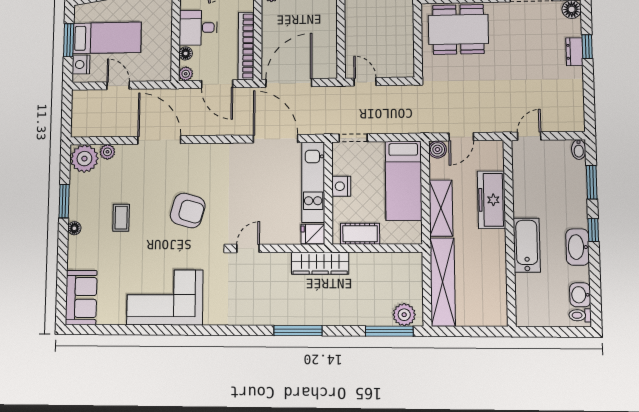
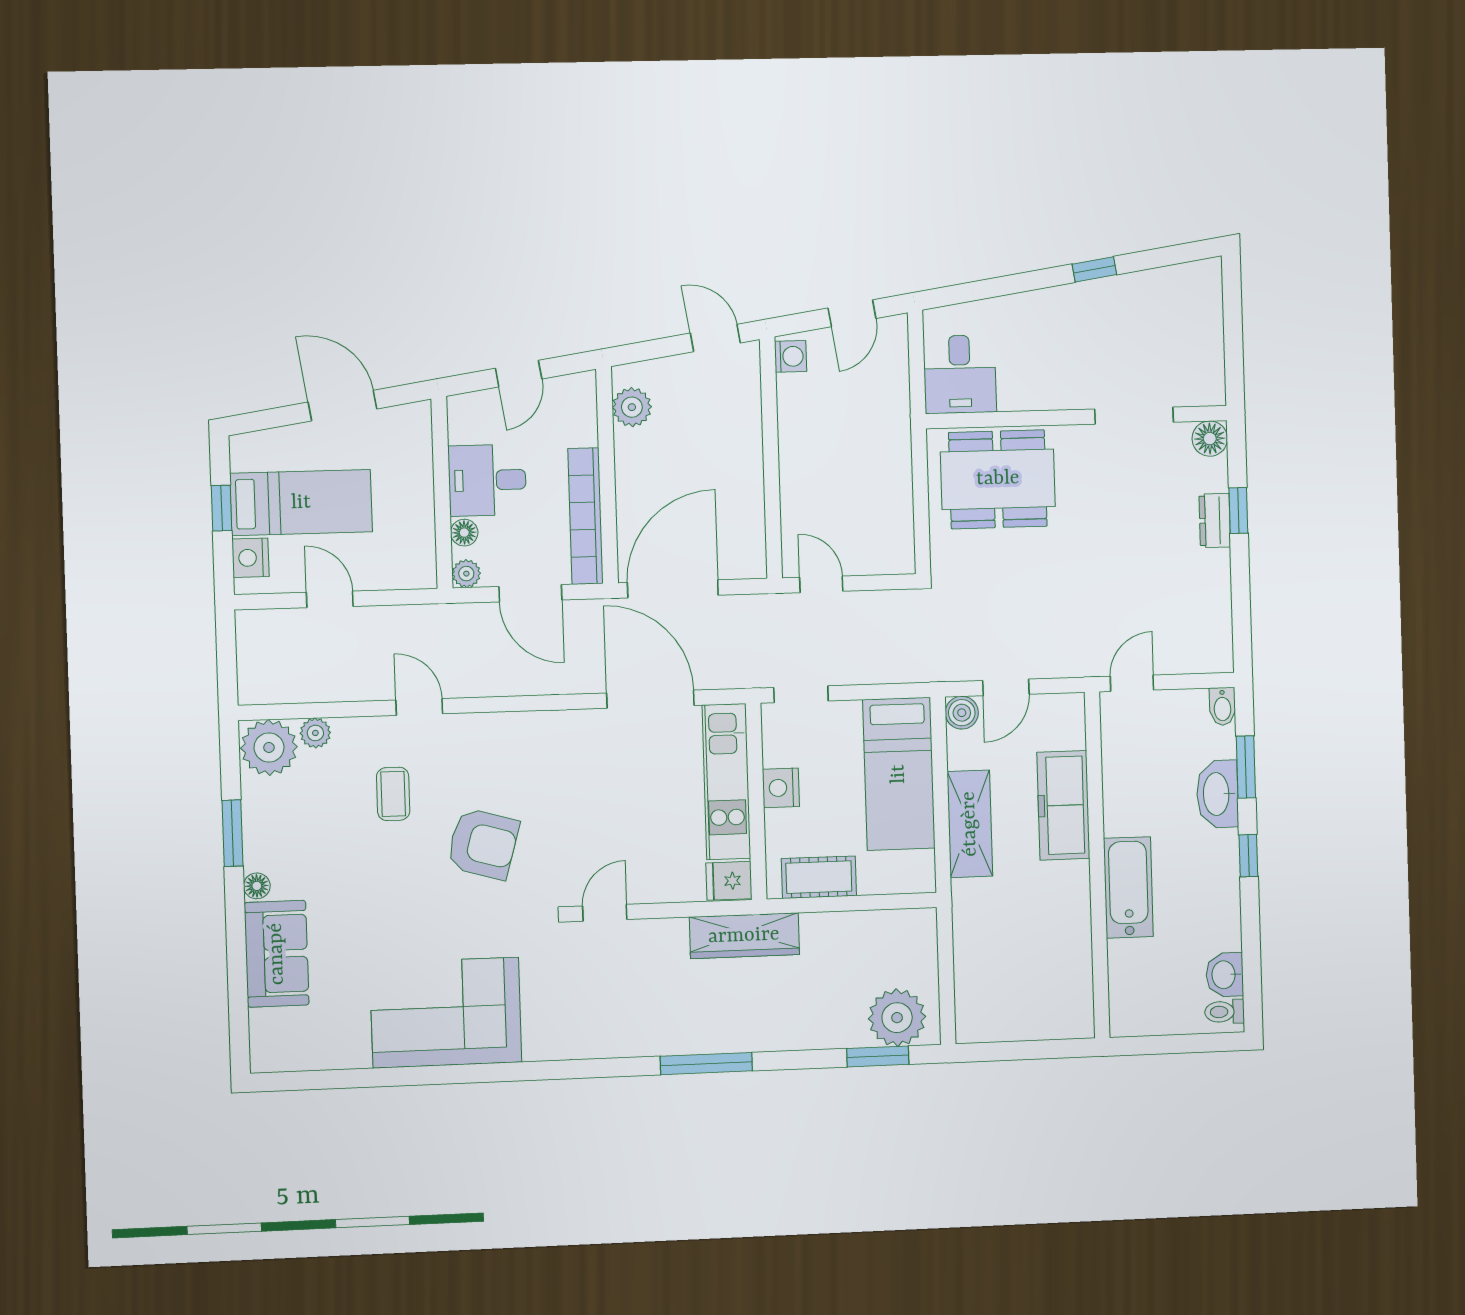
window: (69, 40) -> (221, 508), width x0.67
door: (159, 140) -> (419, 707), width x0.53
coffee table: (121, 218) -> (393, 794), moved
washbasin: (578, 247) -> (1217, 794), moved
shelving: (443, 282) -> (975, 962), removed
sofa: (81, 297) -> (277, 954), moved
plant: (404, 315) -> (897, 1018), width x1.36, depth x1.36
window: (389, 331) -> (878, 1056), width x0.69

